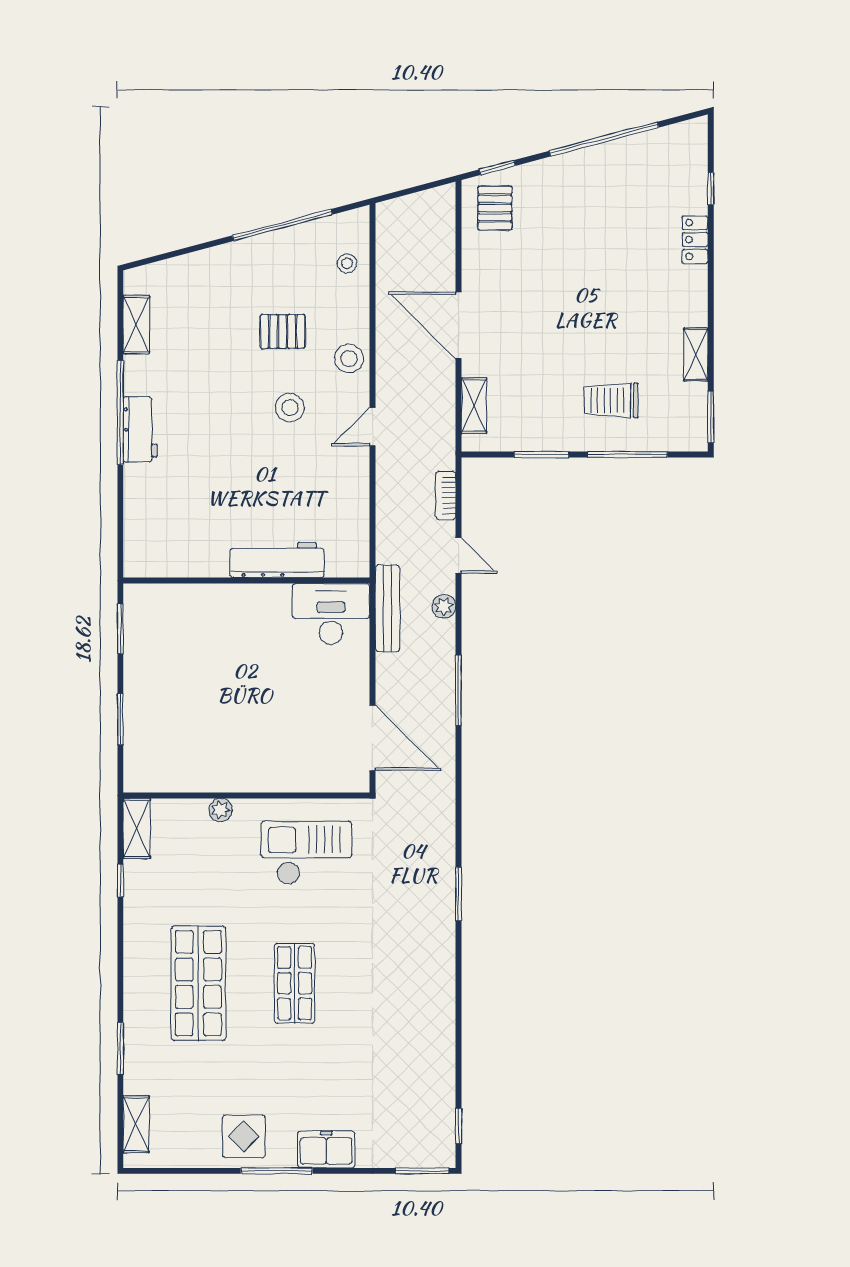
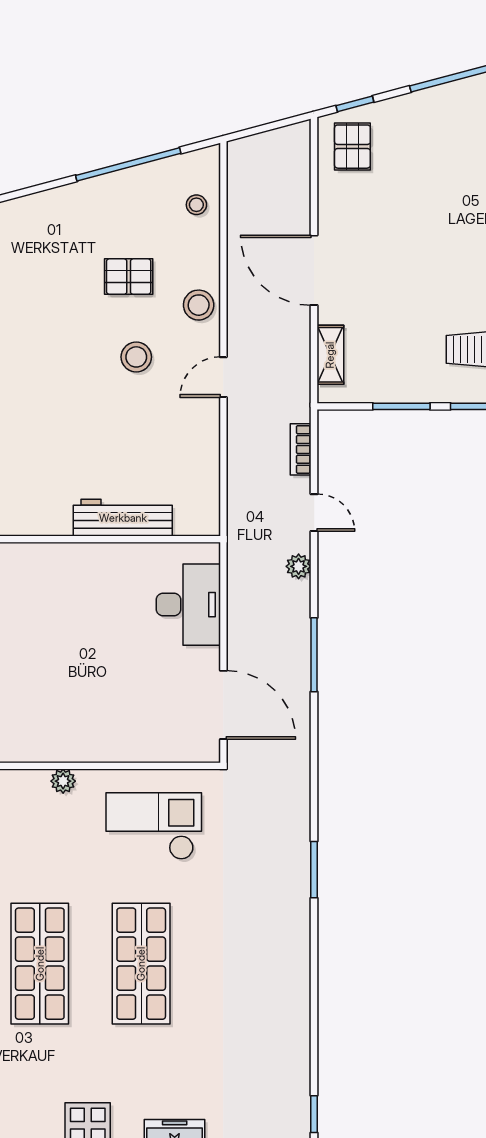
bench: (388, 608) -> (239, 568), removed
desk: (331, 614) -> (188, 605), moved, turned 90
shop shelf: (295, 983) -> (141, 964), width x1.43, depth x1.36

